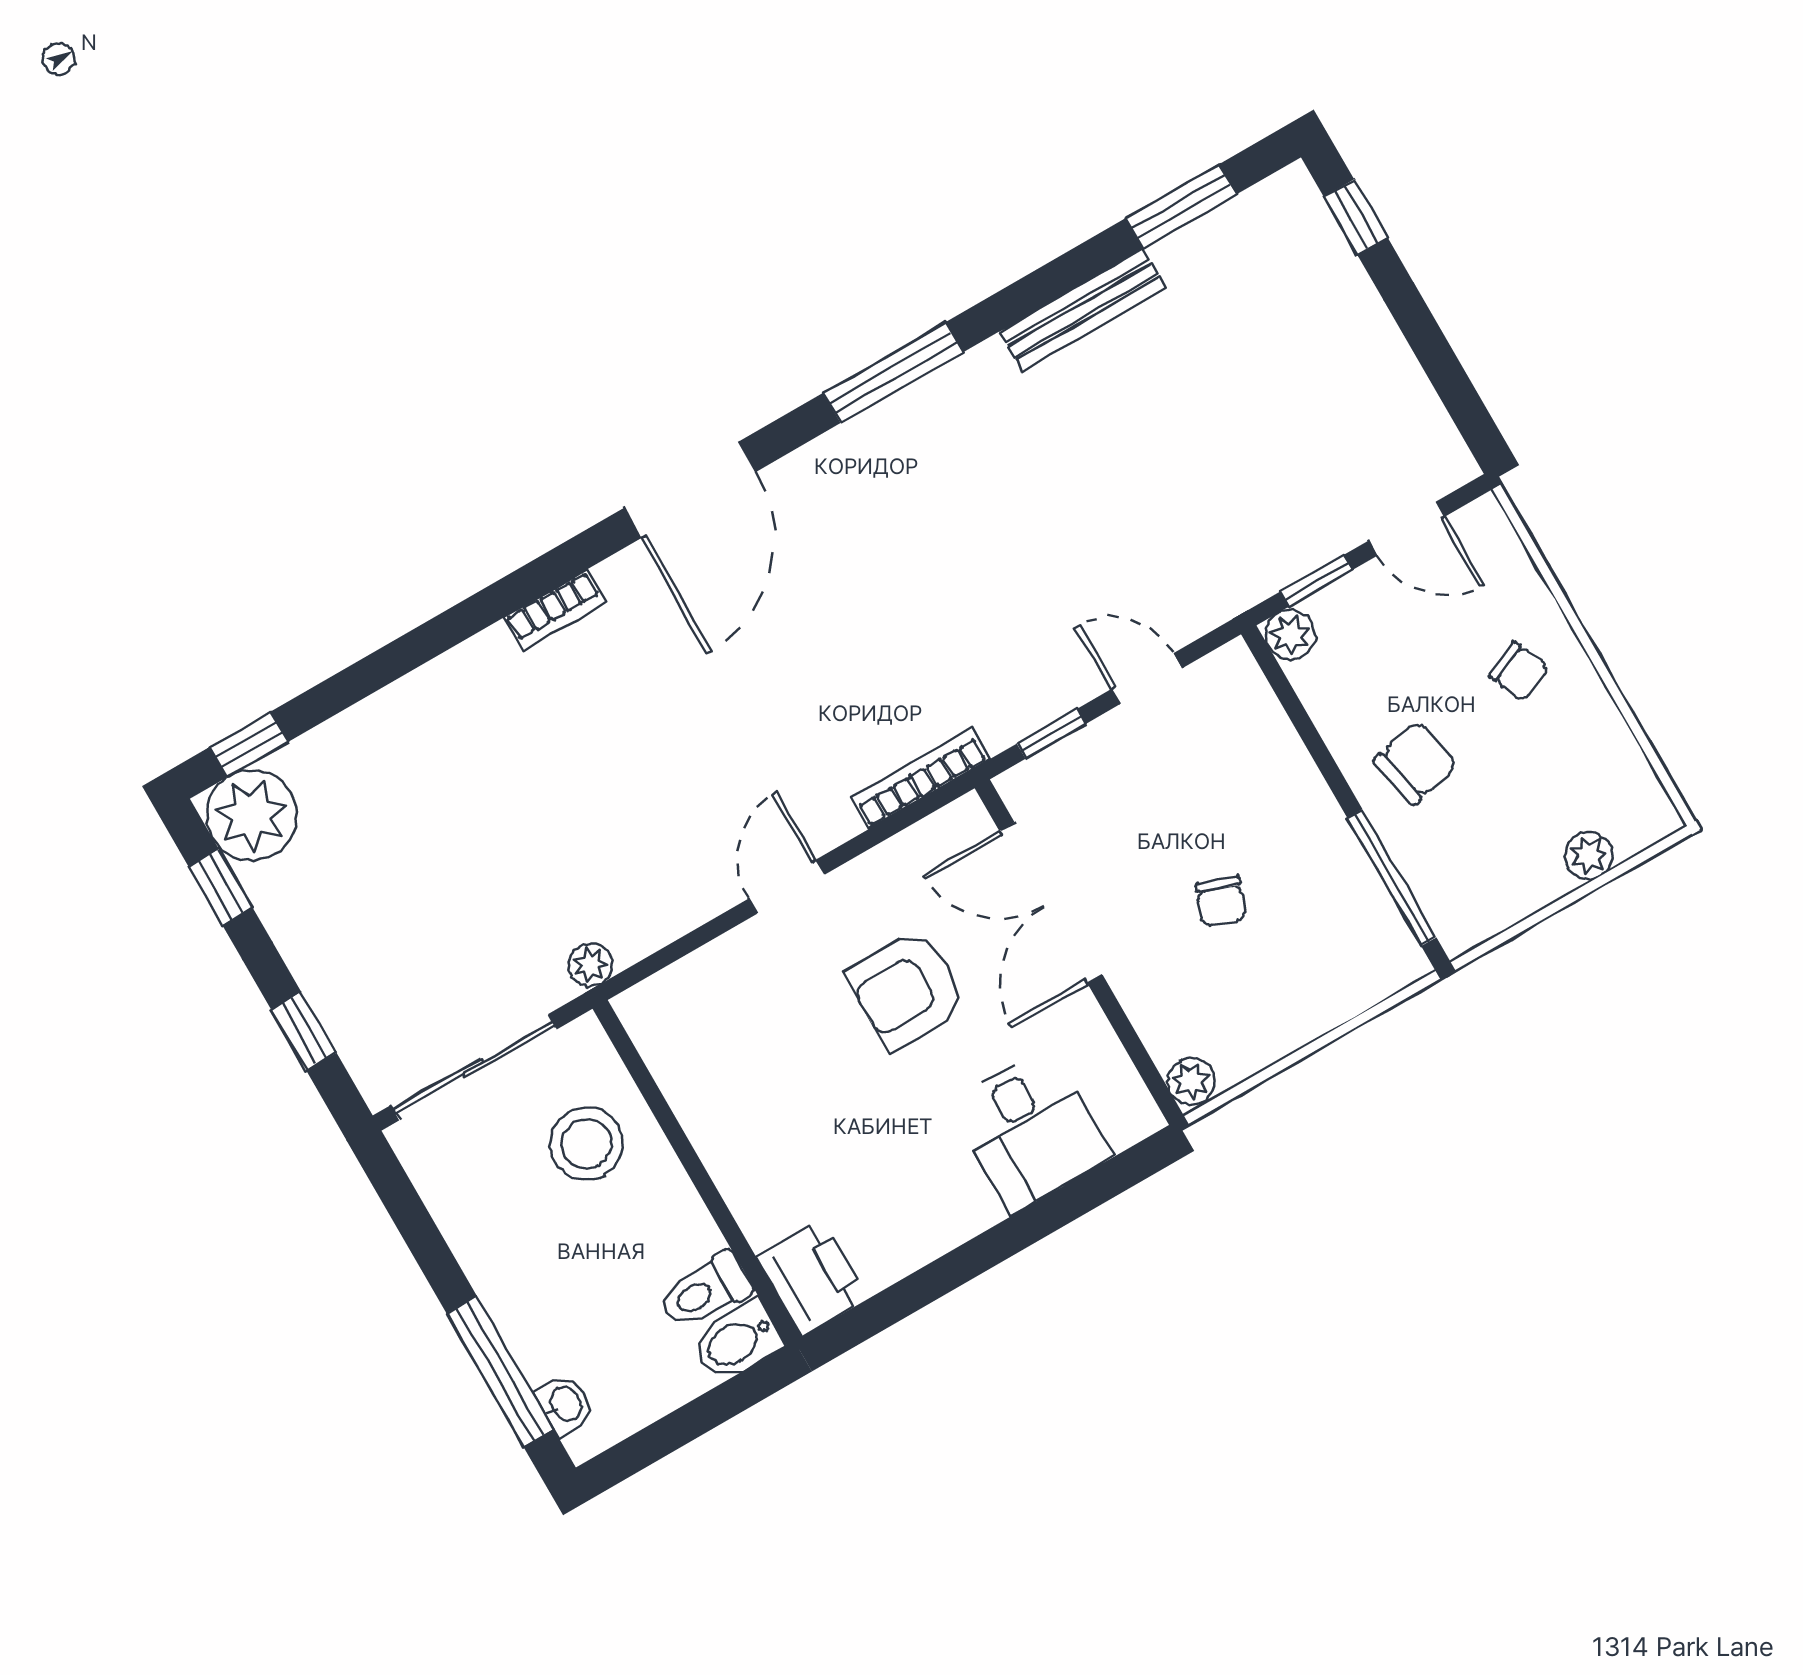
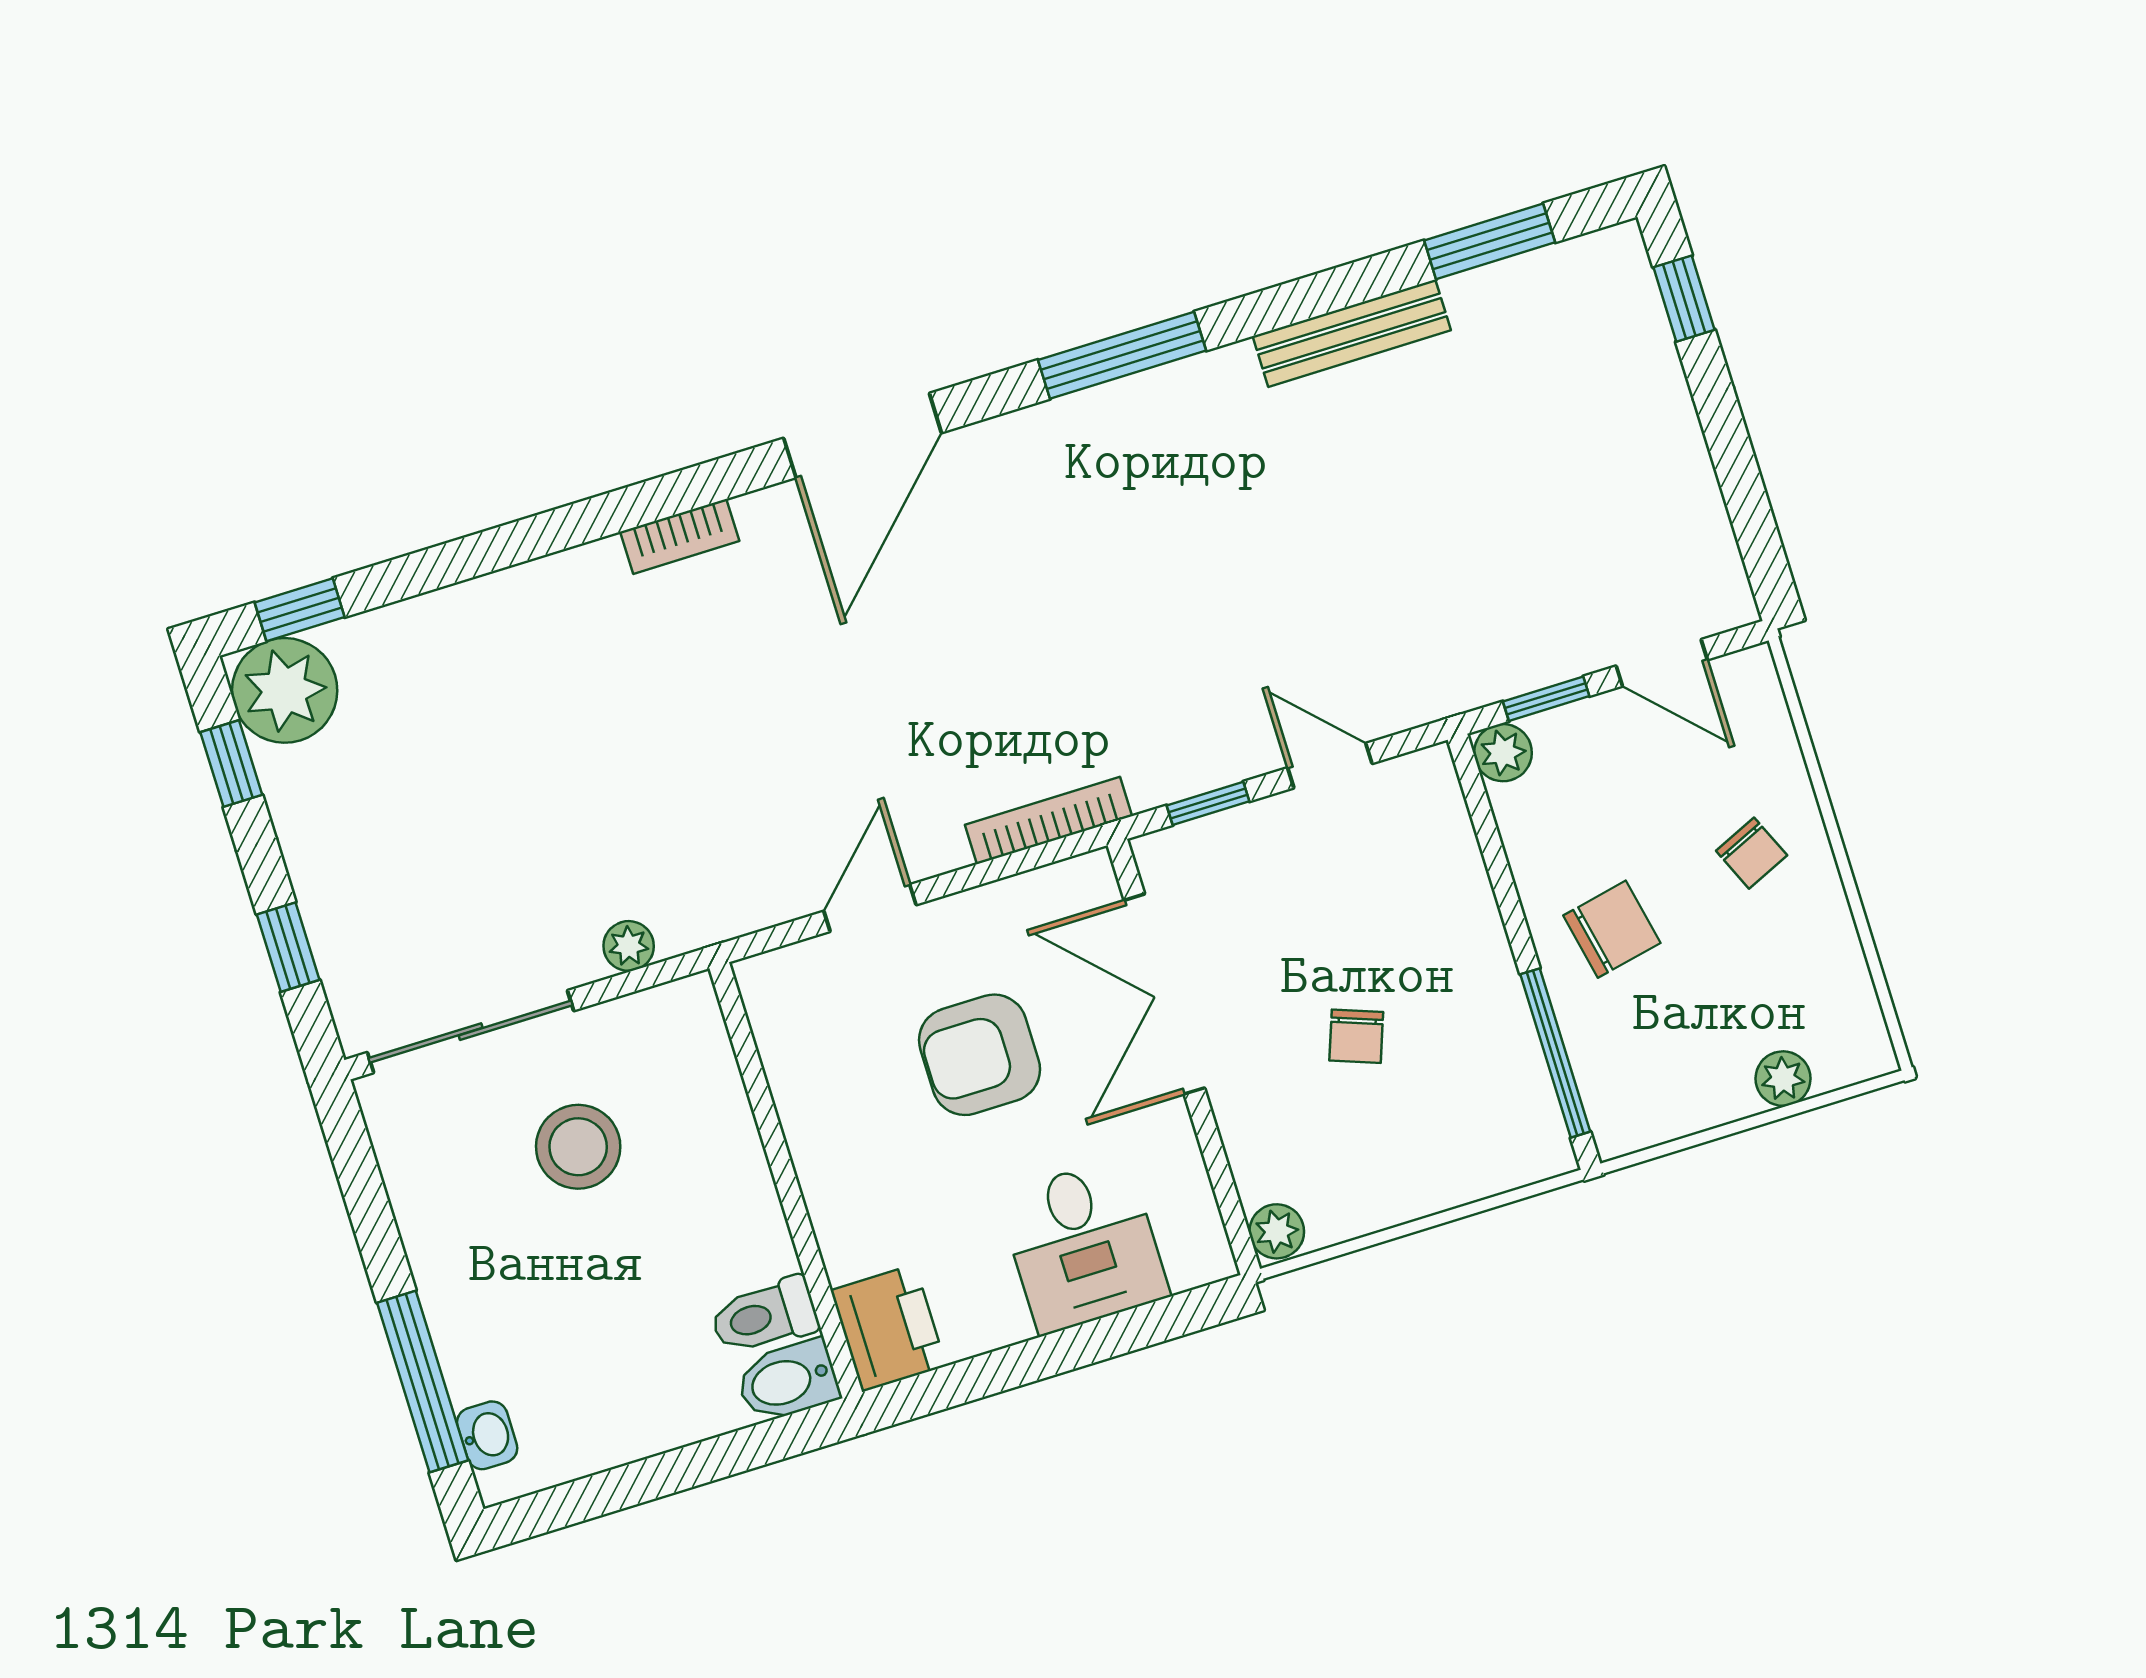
wall: (697, 1173) -> (786, 1180), moved
printer: (812, 1278) -> (888, 1328), moved
toilet: (705, 1291) -> (764, 1316), moved
bidet: (737, 1342) -> (788, 1381), moved

